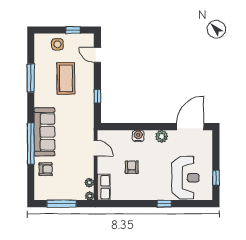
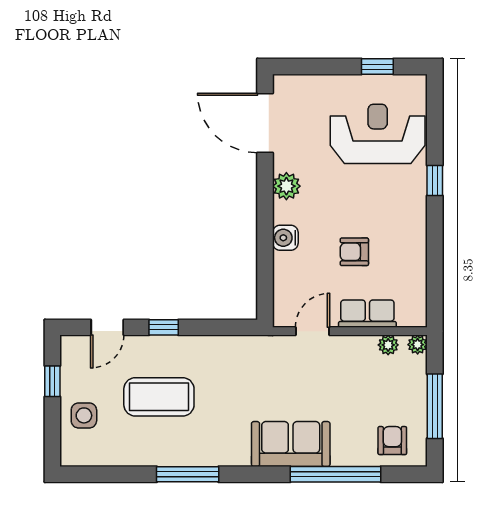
window: (31, 78) -> (188, 474), moved
window: (97, 96) -> (164, 327), moved
sofa: (44, 132) -> (291, 444), width x0.73
window: (31, 144) -> (335, 474), moved
armchair: (46, 169) -> (392, 441), moved
row of seats: (104, 187) -> (367, 314), moved

